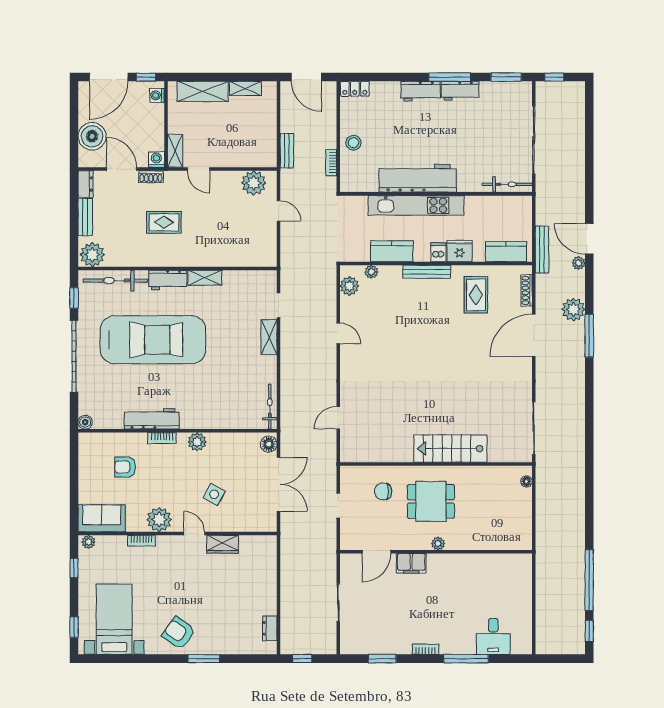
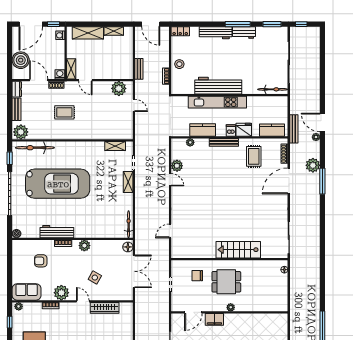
workbench: (420, 91) -> (216, 33), width x1.38
shelving: (205, 278) -> (115, 146), moved
workbench: (168, 280) -> (67, 147), removed
plant: (349, 286) -> (177, 166), moved
wardrobe: (223, 544) -> (105, 308), width x1.50

